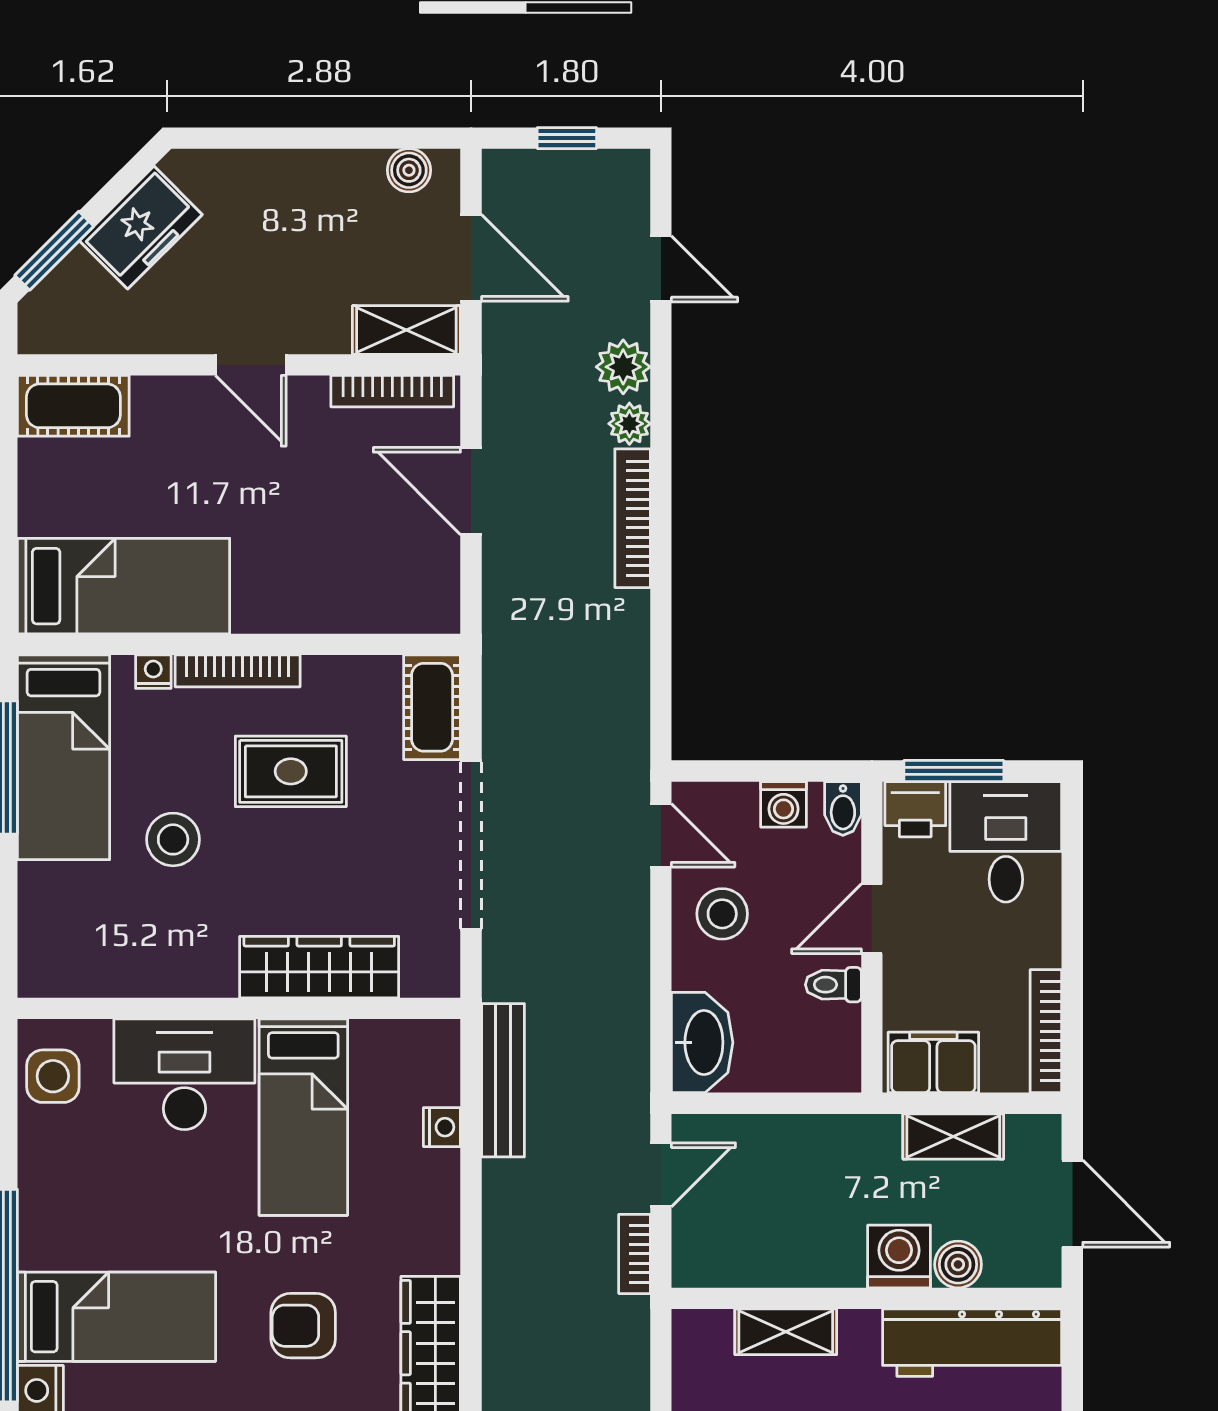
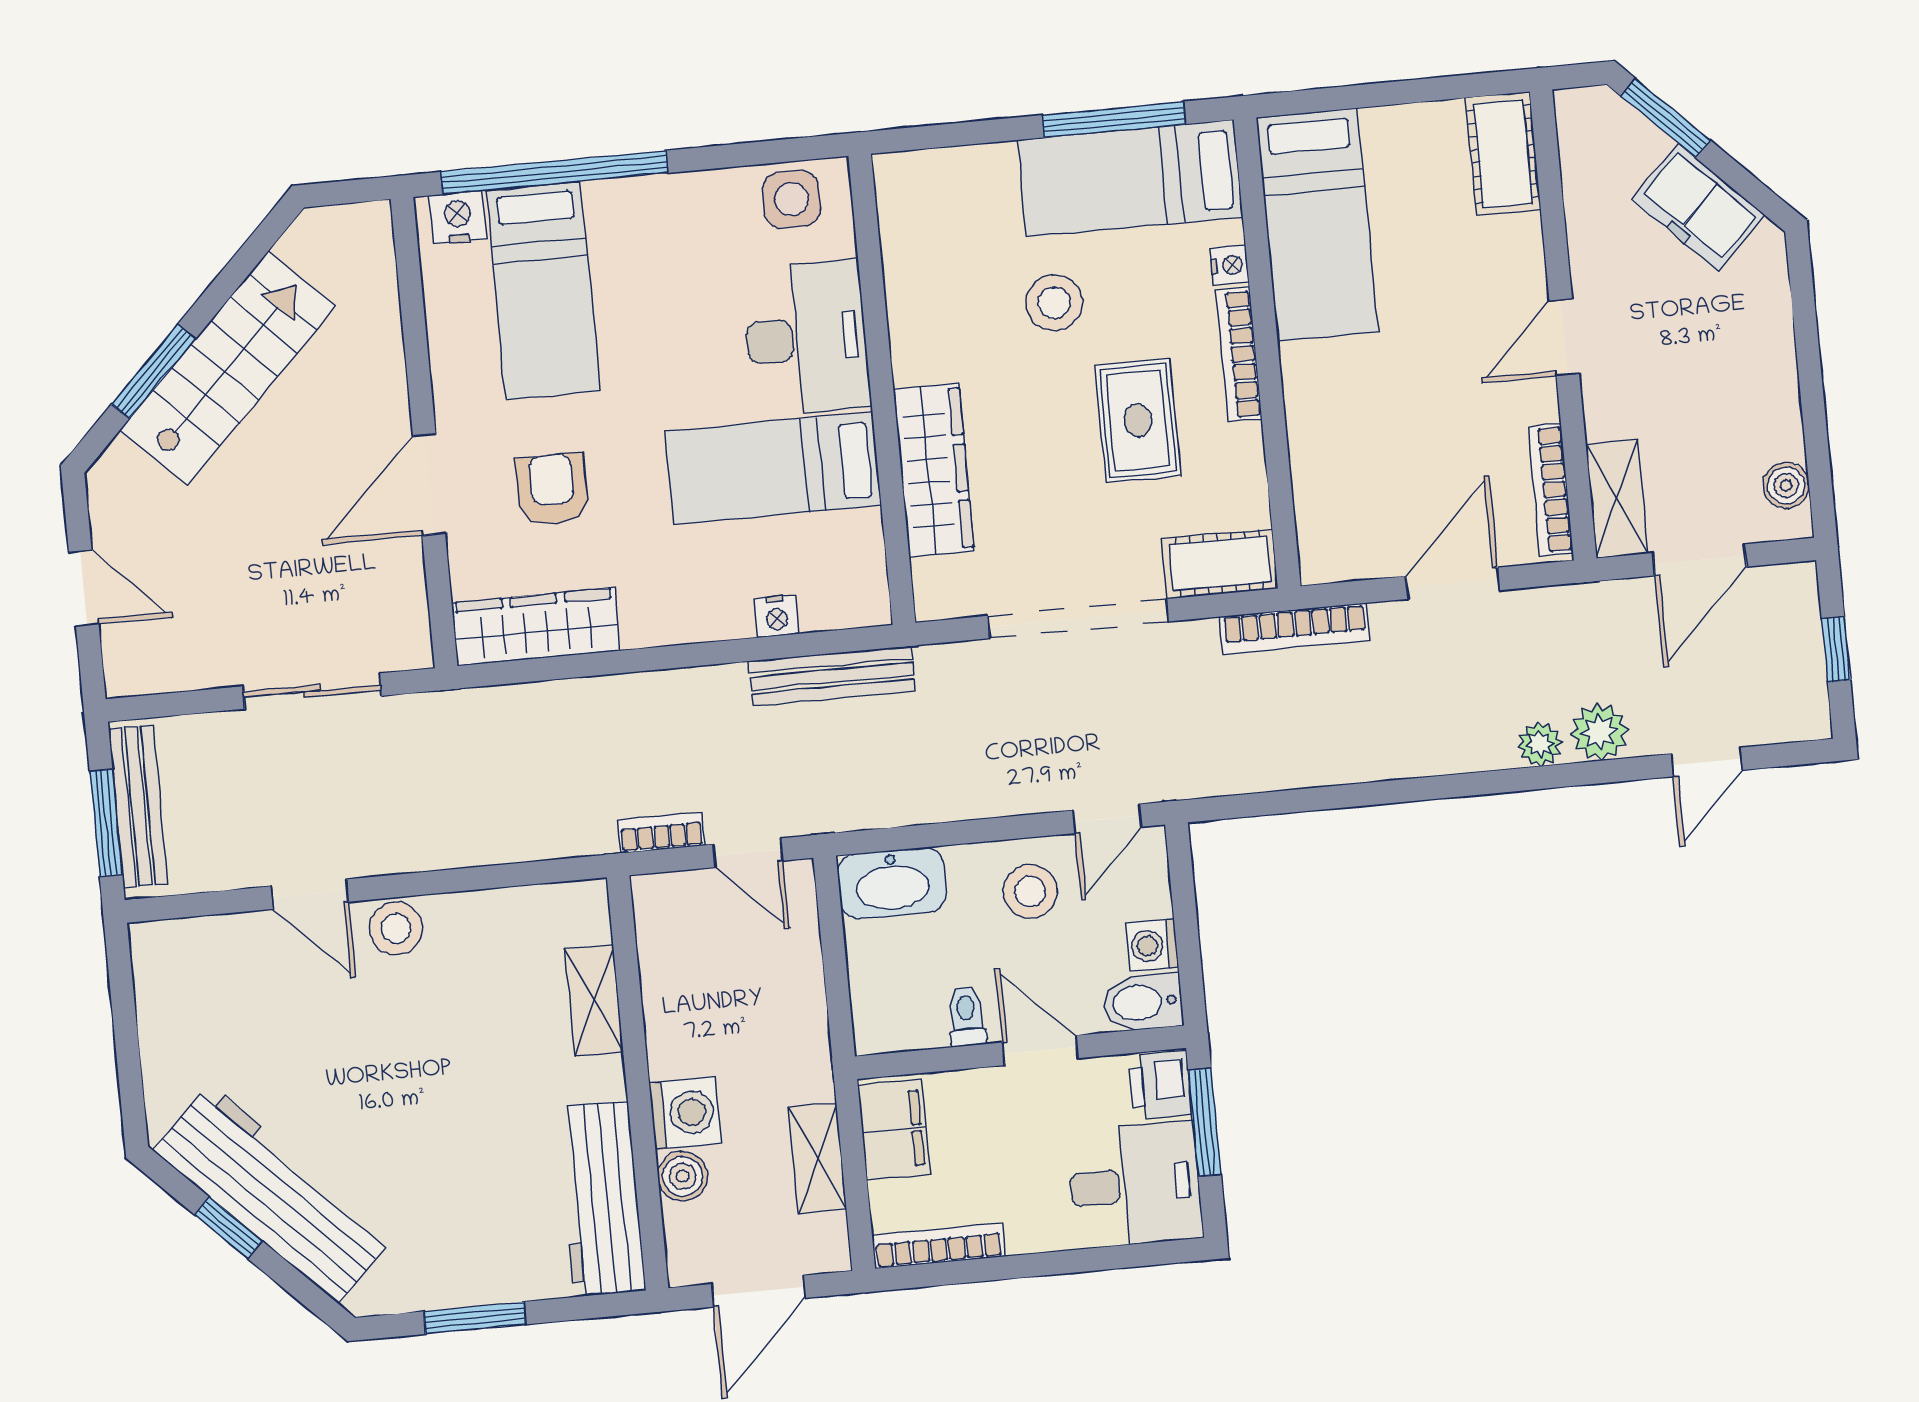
bookcase: (633, 518) -> (1295, 628), moved, turned 180
bidet: (843, 809) -> (1143, 1002), width x1.38, depth x1.36

